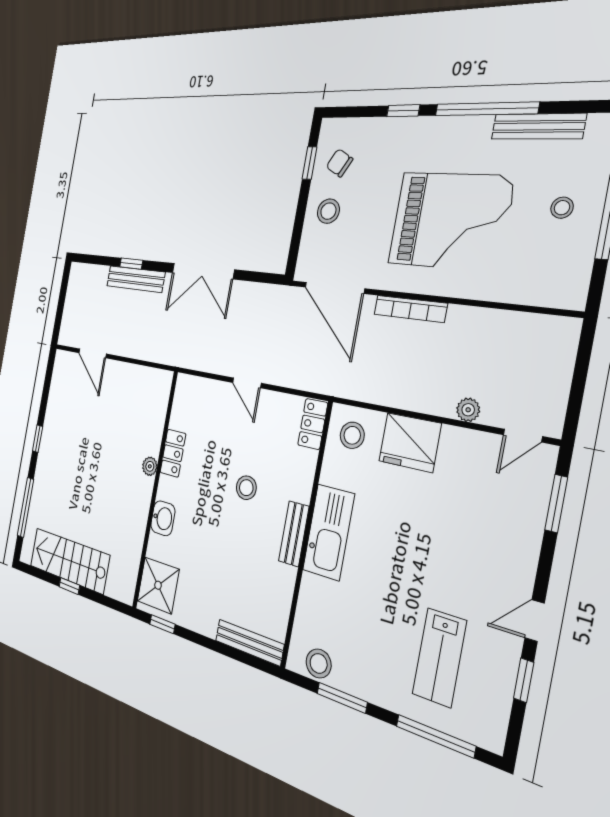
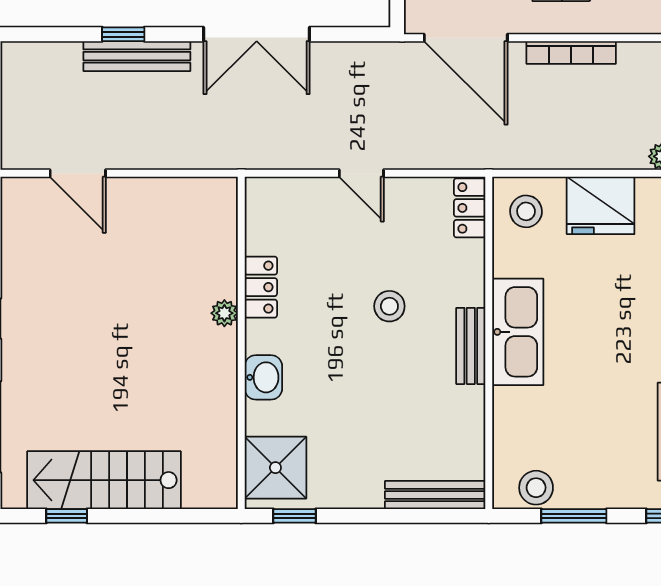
window: (69, 586) -> (67, 516), moved

